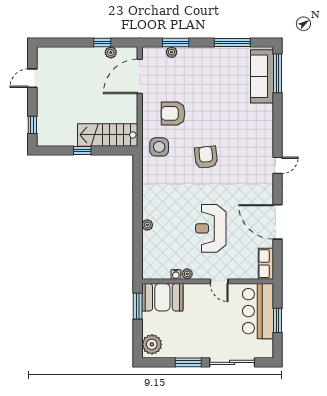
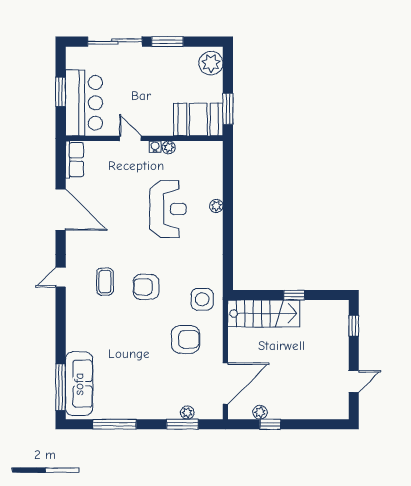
armchair: (206, 157) -> (146, 287), turned 96
coffee table: (240, 162) -> (105, 282), added
reception desk: (211, 228) -> (168, 209), moved
water cooler: (176, 274) -> (155, 147), moved

